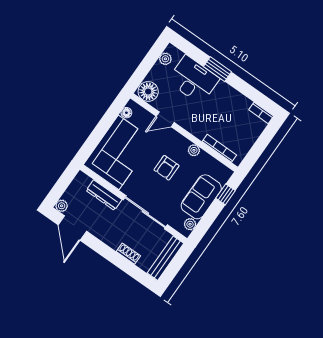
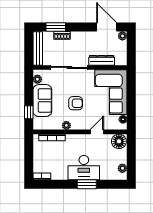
desk: (193, 80) -> (84, 168), moved
armchair: (166, 168) -> (76, 103), turned 90
window: (129, 268) -> (56, 27), added

